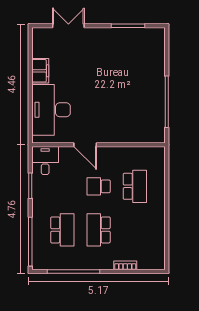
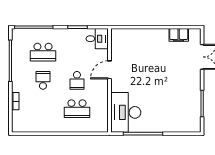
filing cabinet: (40, 71) -> (179, 35), moved
desk: (51, 110) -> (126, 112), moved, turned -90
school desk: (99, 186) -> (77, 80), turned 180
school desk: (99, 230) -> (43, 80), width x0.54

